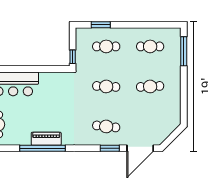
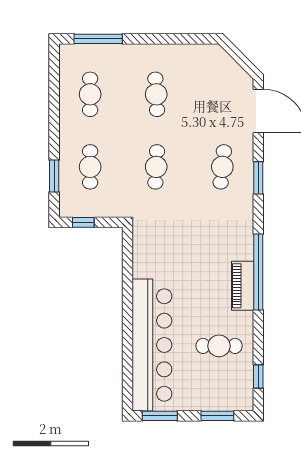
window: (73, 57) -> (83, 222), moved
piano: (46, 139) -> (243, 286), moved
window: (110, 148) -> (258, 178), moved

